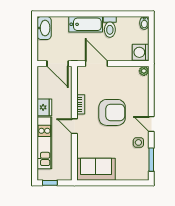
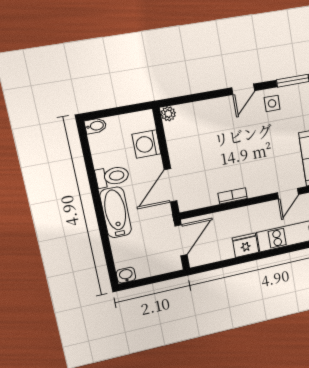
washbasin: (44, 28) -> (126, 275), width x0.52, depth x0.69
washing machine: (141, 52) -> (146, 144), moved, turned 90
armchair: (112, 112) -> (236, 149), removed
door: (74, 126) -> (288, 194), moved

